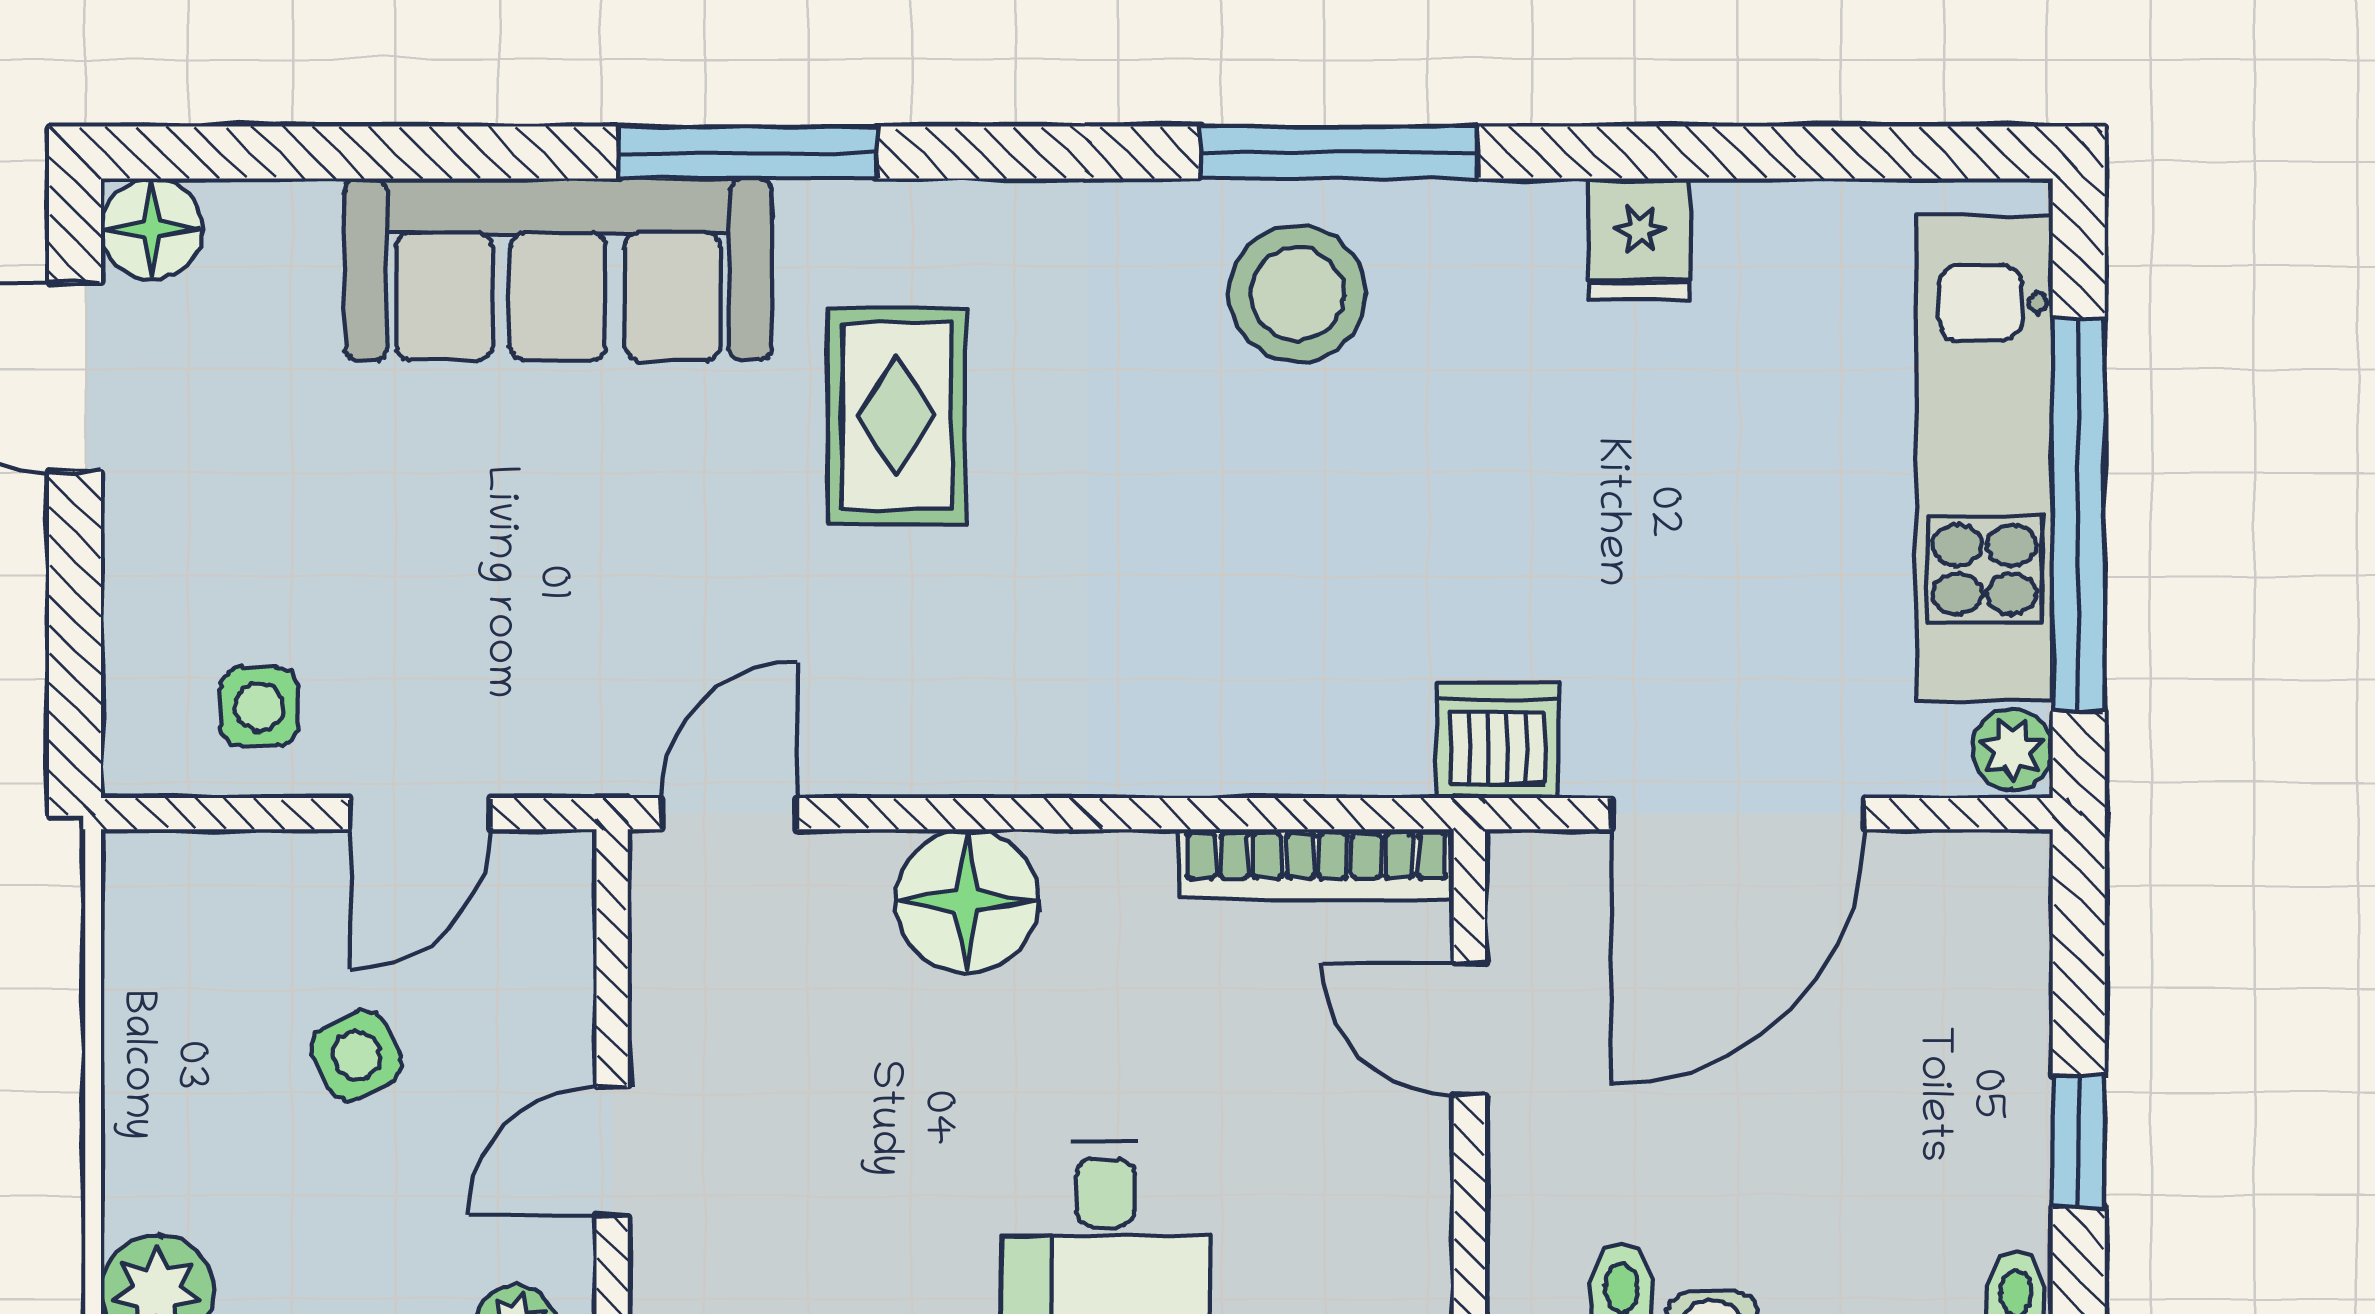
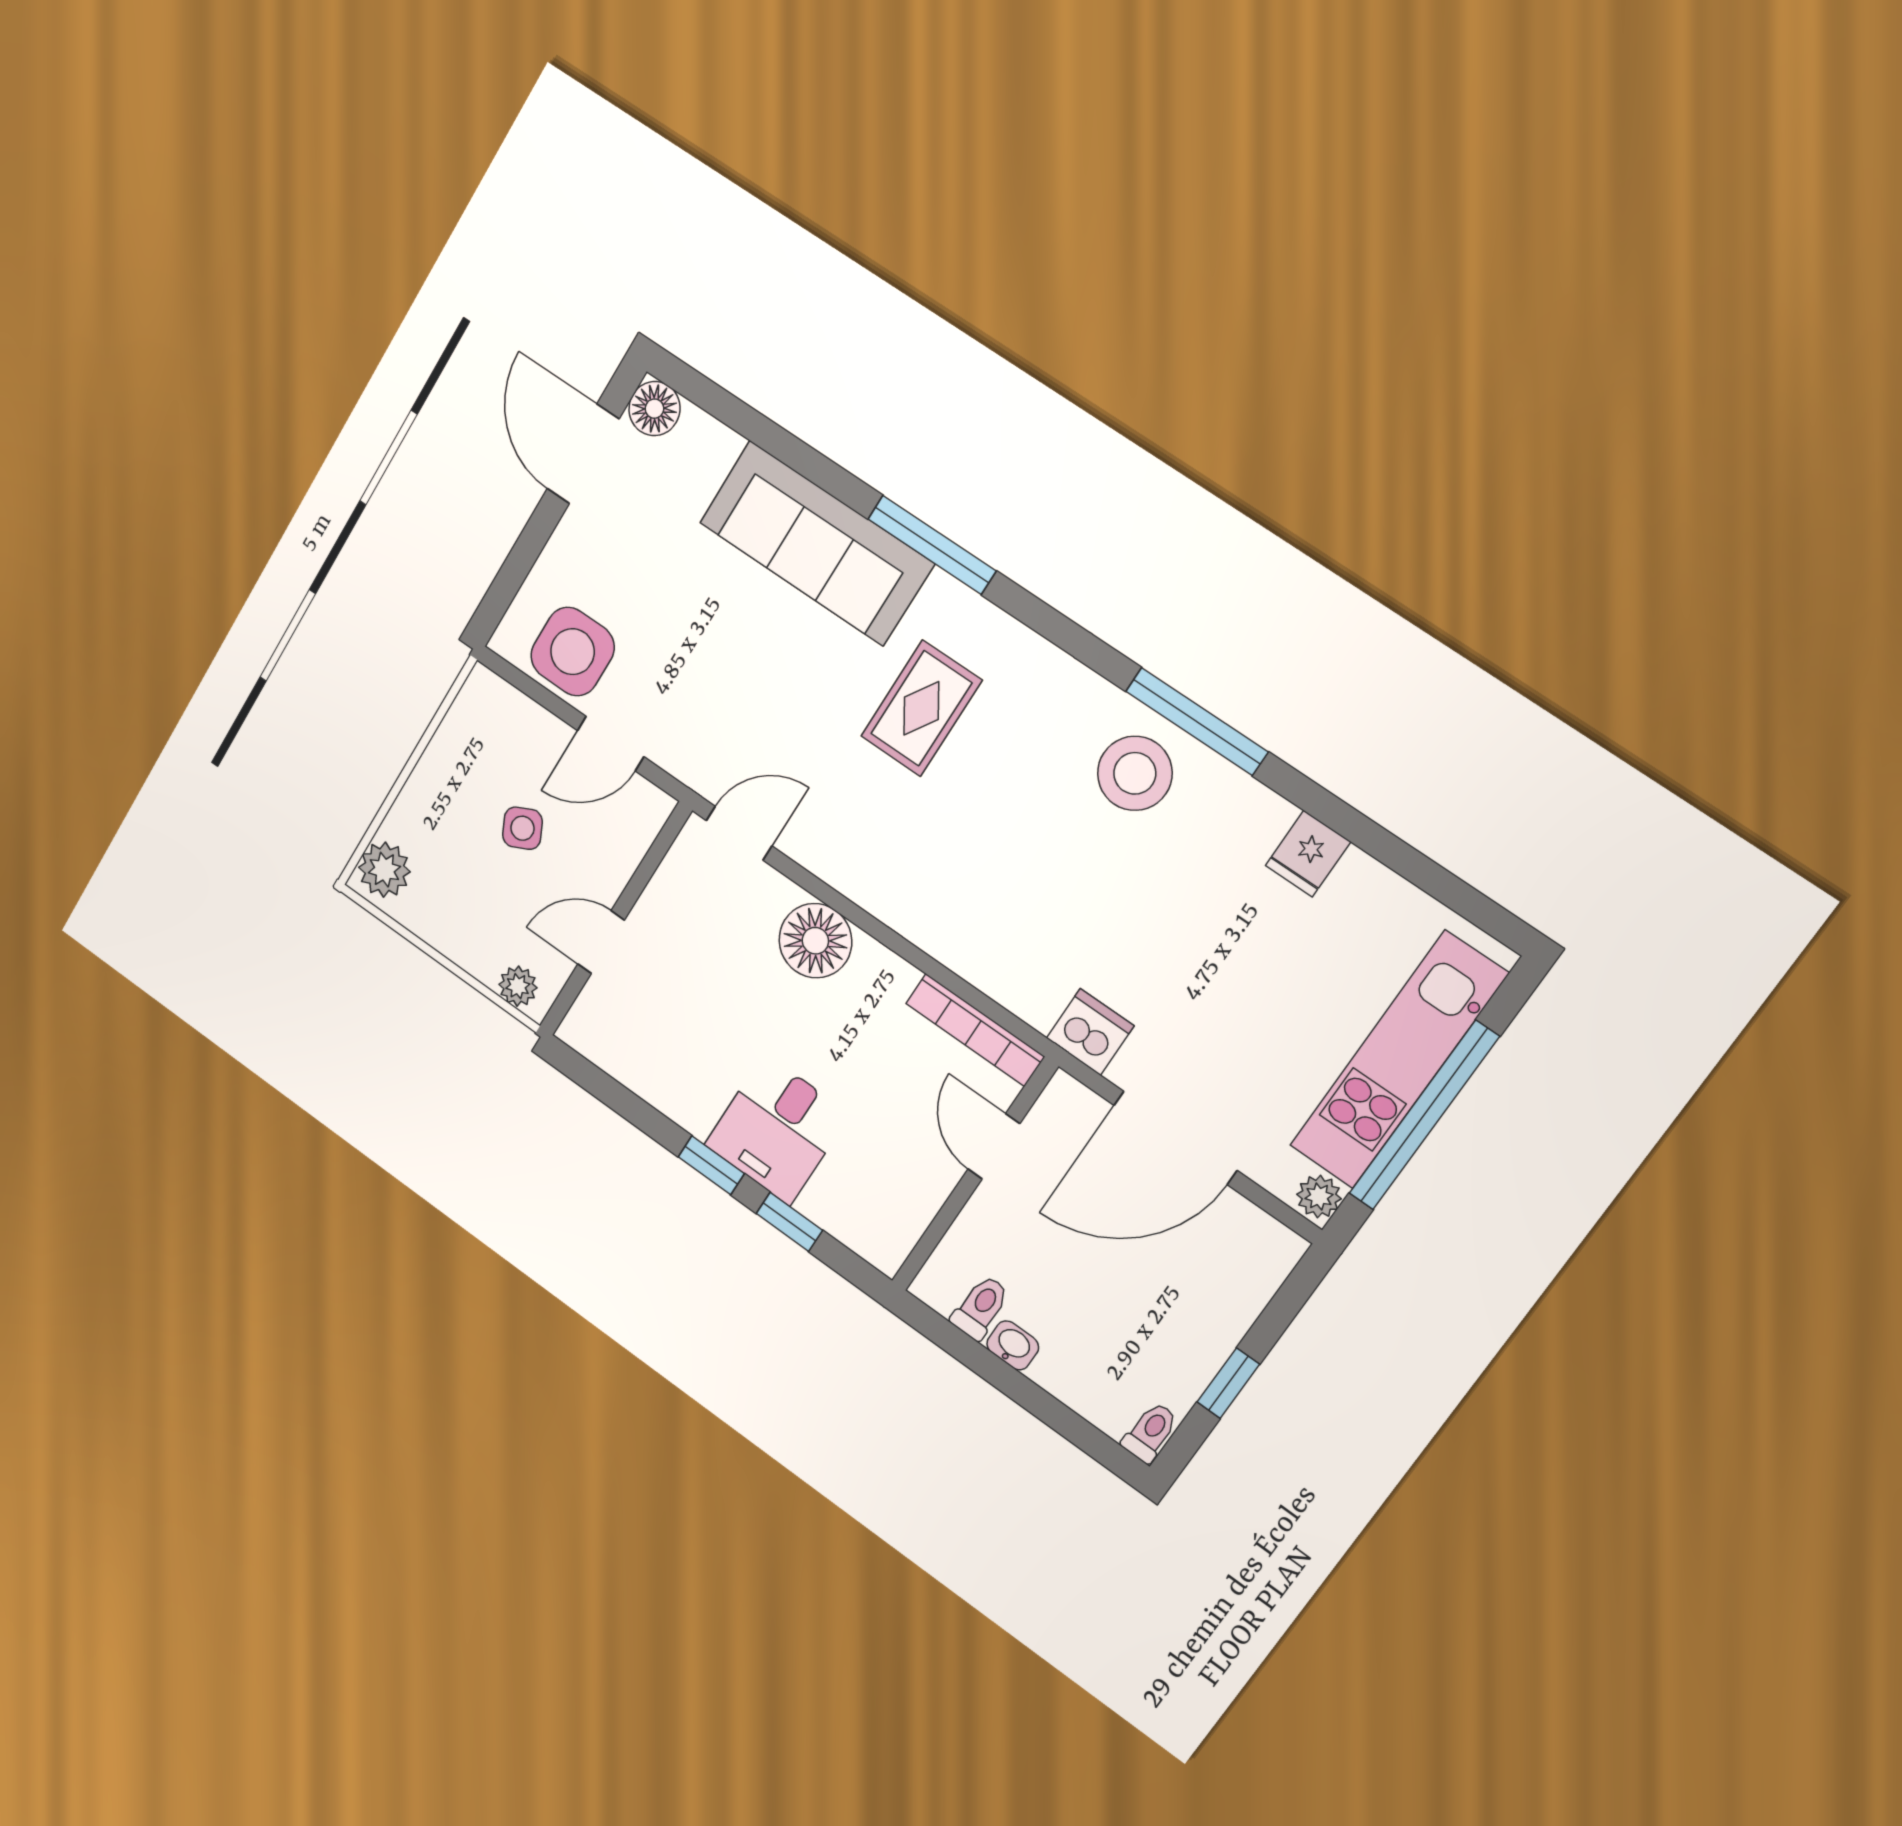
side table: (259, 707) -> (573, 652), width x1.87, depth x1.87

